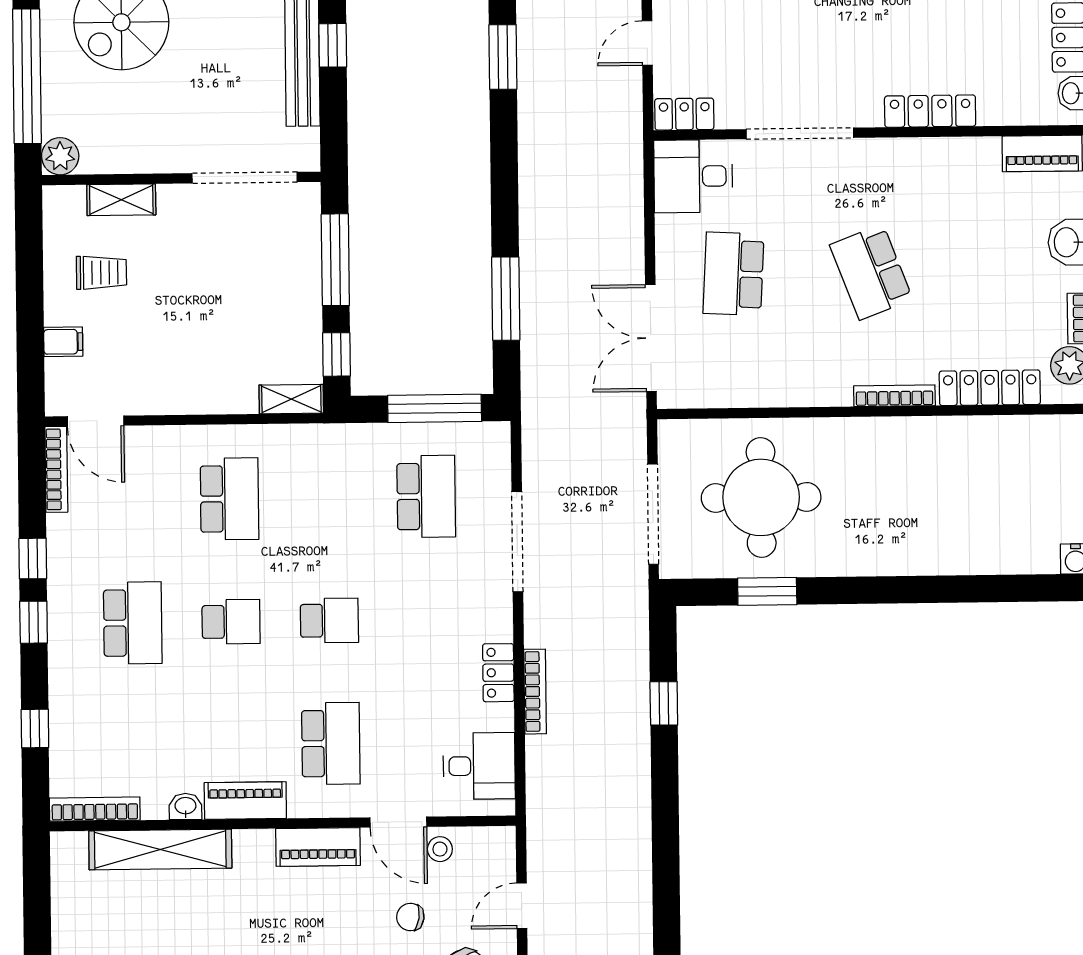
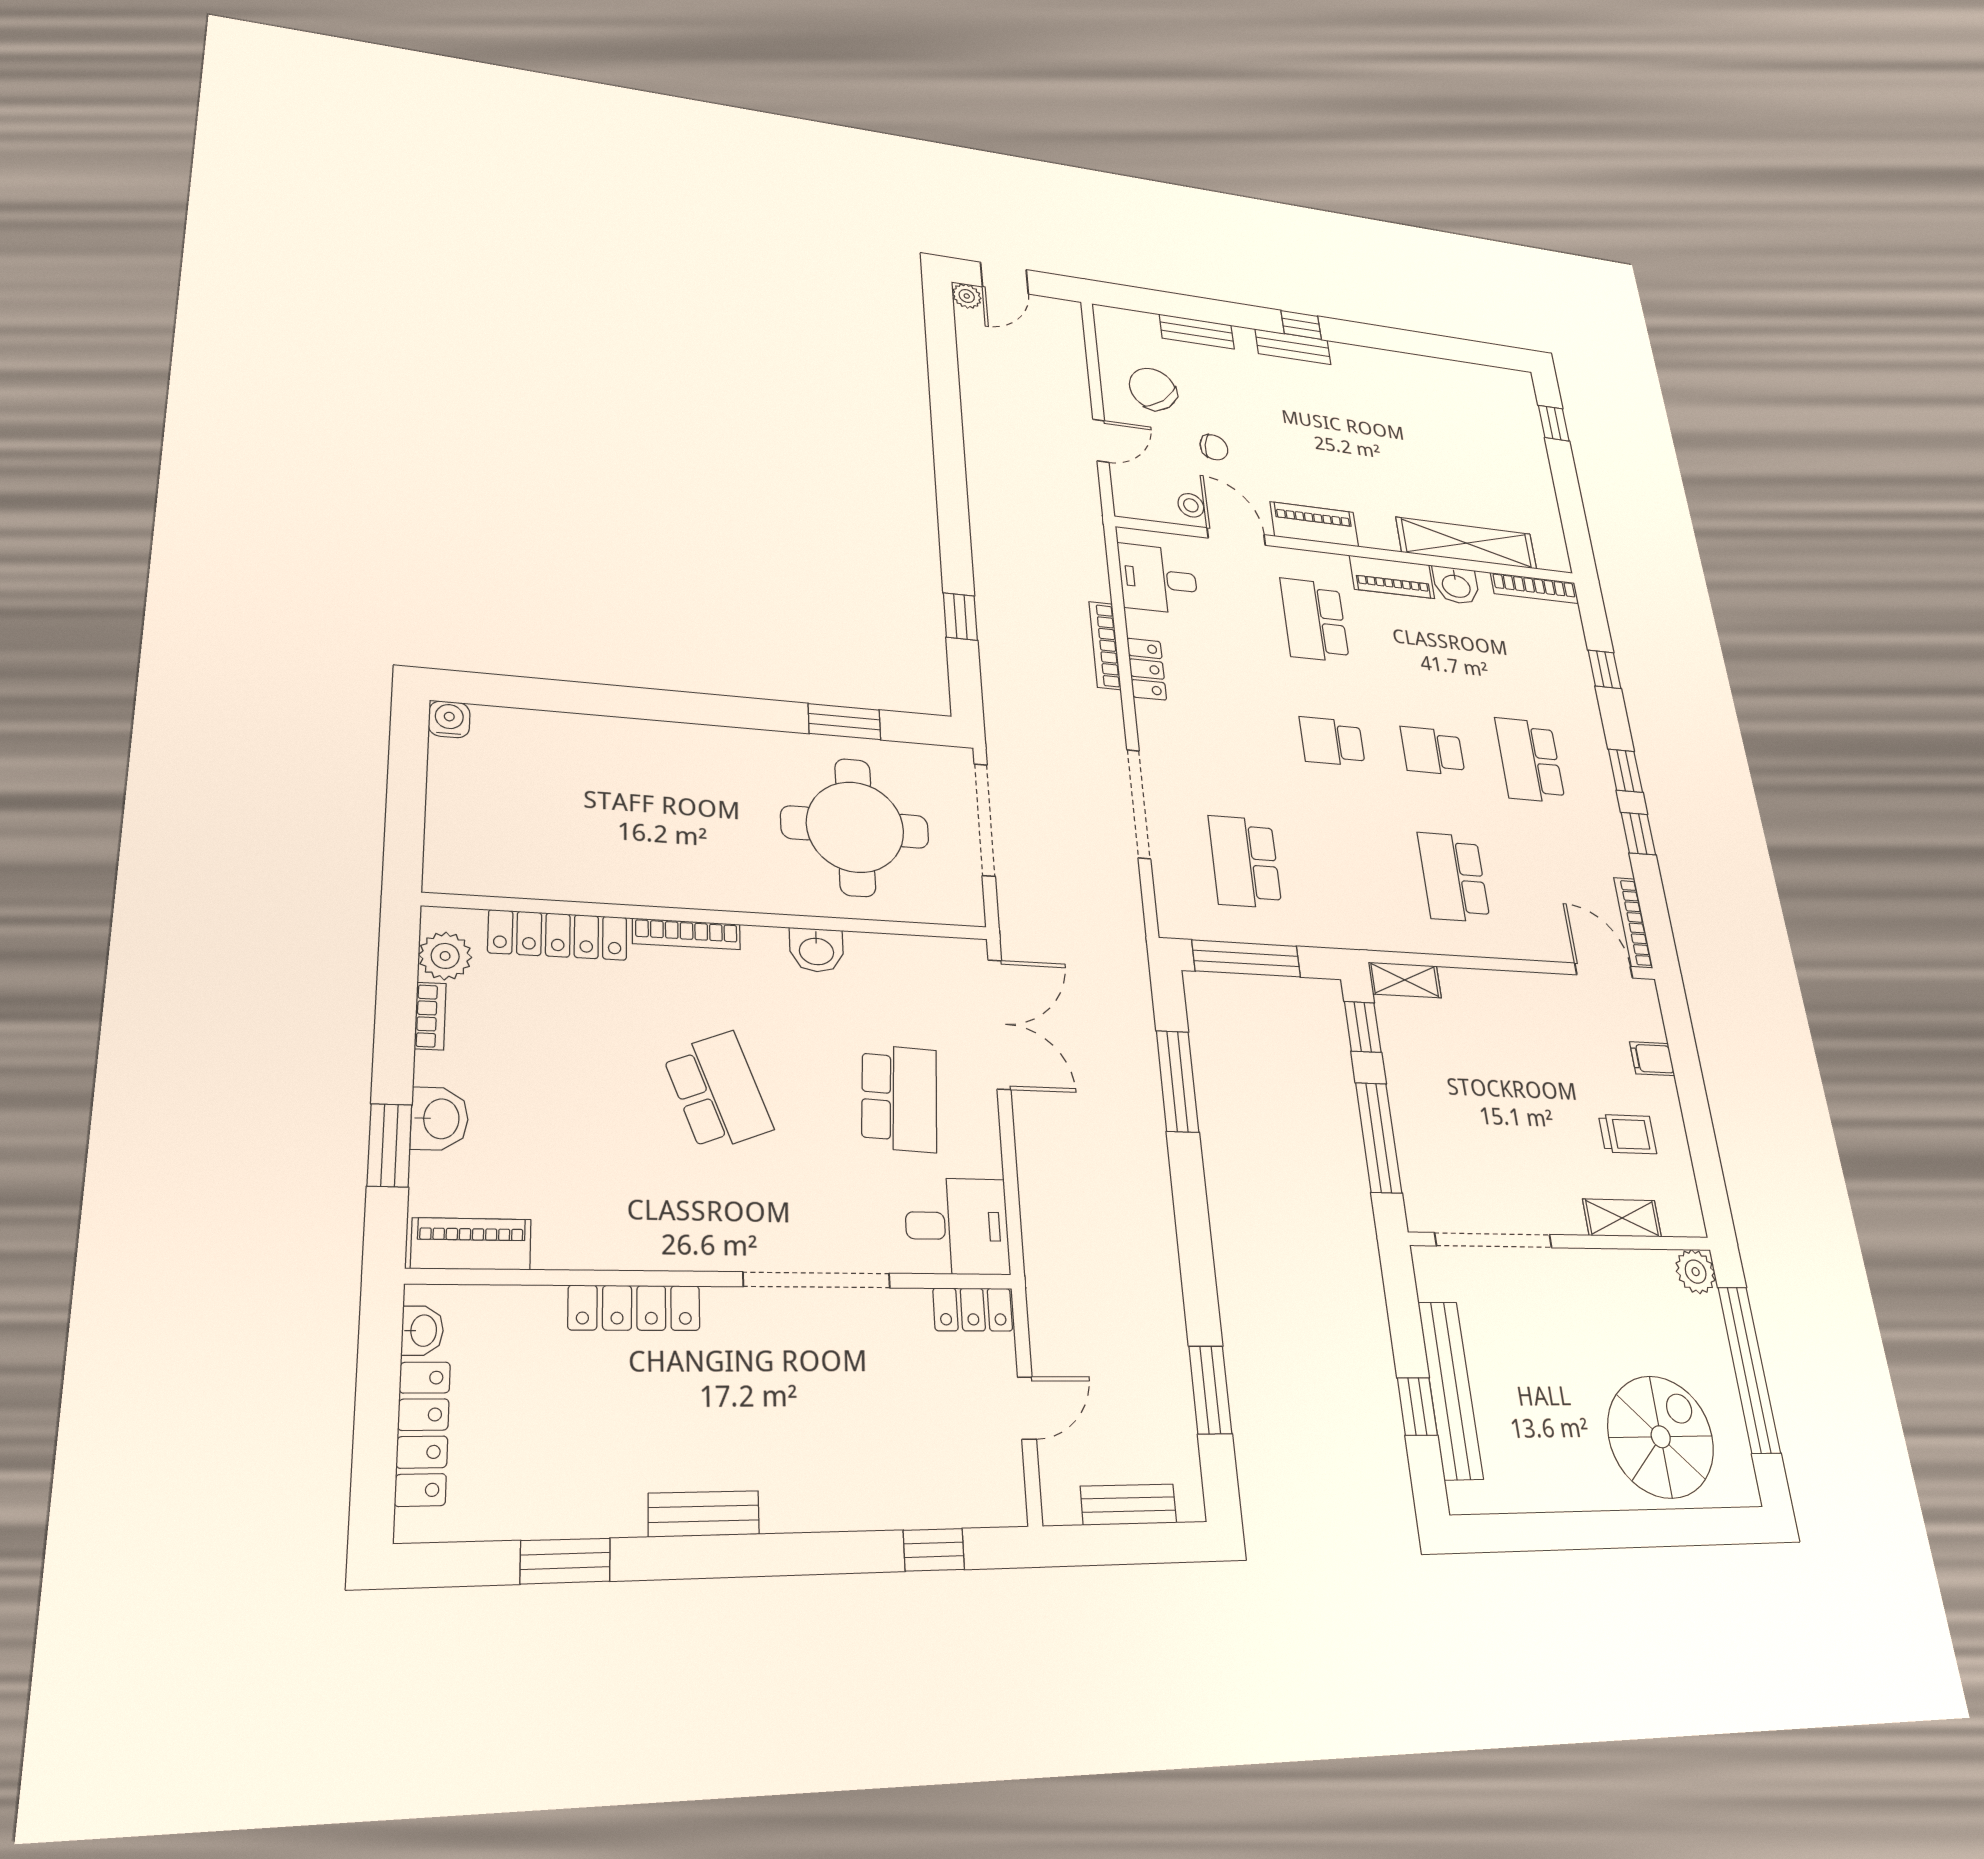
trolley: (101, 273) -> (1628, 1134), turned 180
washbasin: (795, 390) -> (816, 950), added
washbasin: (185, 806) -> (1456, 585), width x1.38, depth x1.45

